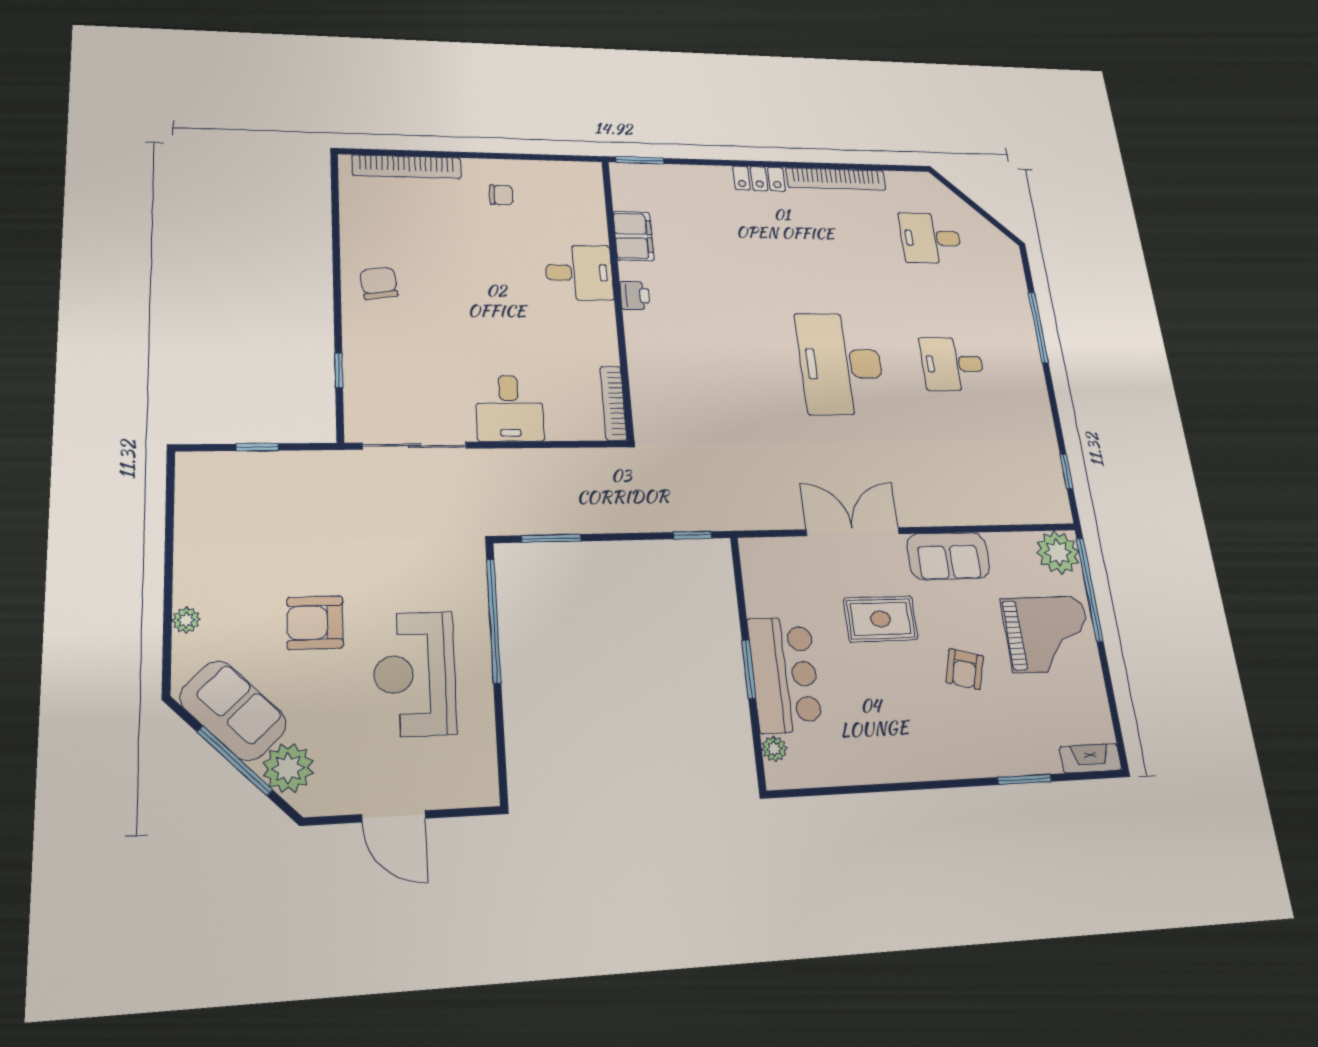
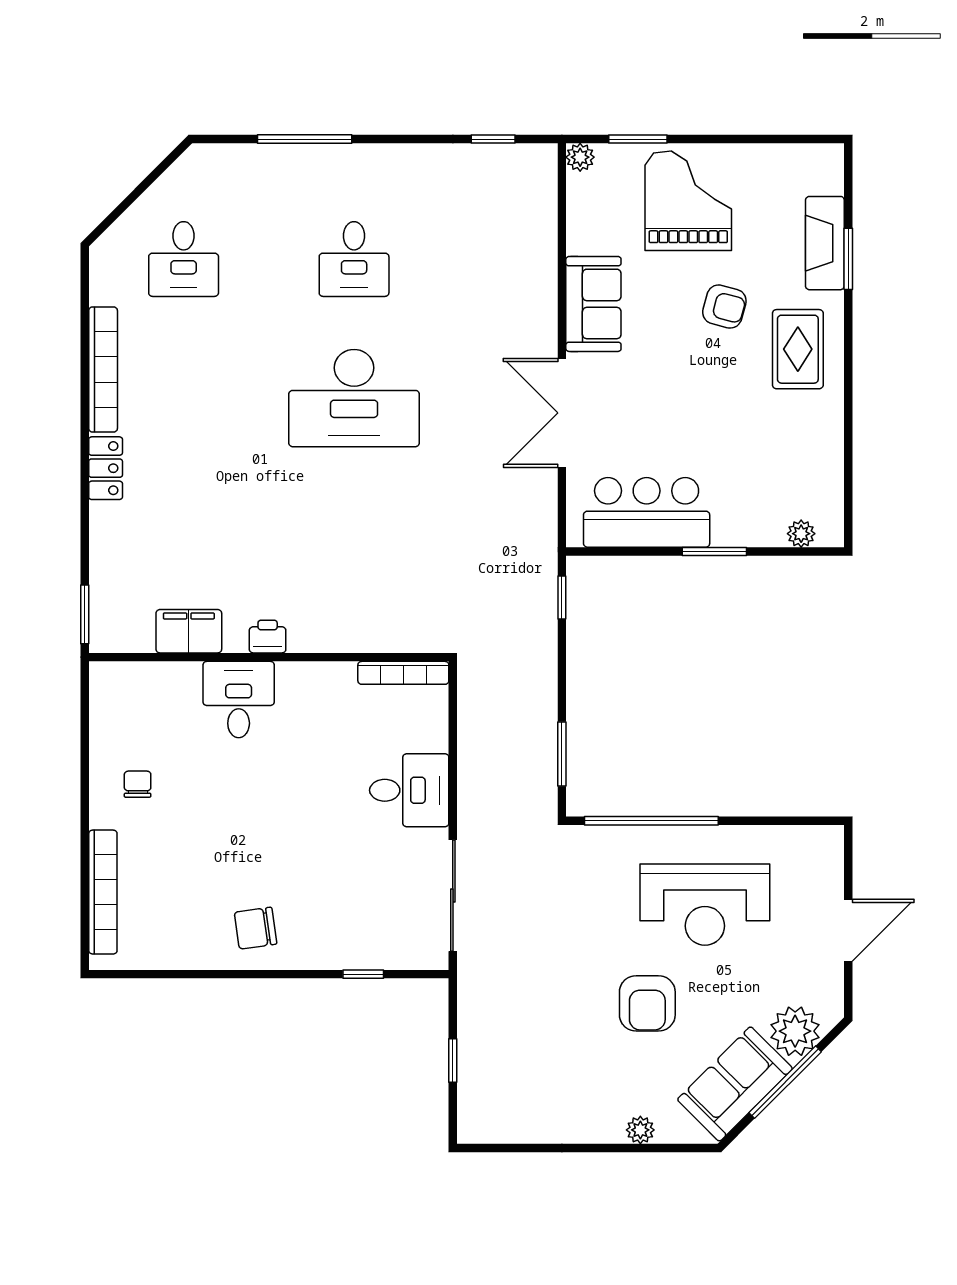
plant: (1058, 552) -> (580, 157), width x0.53, depth x0.53
window: (1090, 590) -> (638, 139), width x0.47
rug: (881, 619) -> (798, 349), moved
bar counter: (785, 674) -> (647, 512), moved
fireplace: (1091, 758) -> (825, 243), moved, width x1.37, depth x1.32

